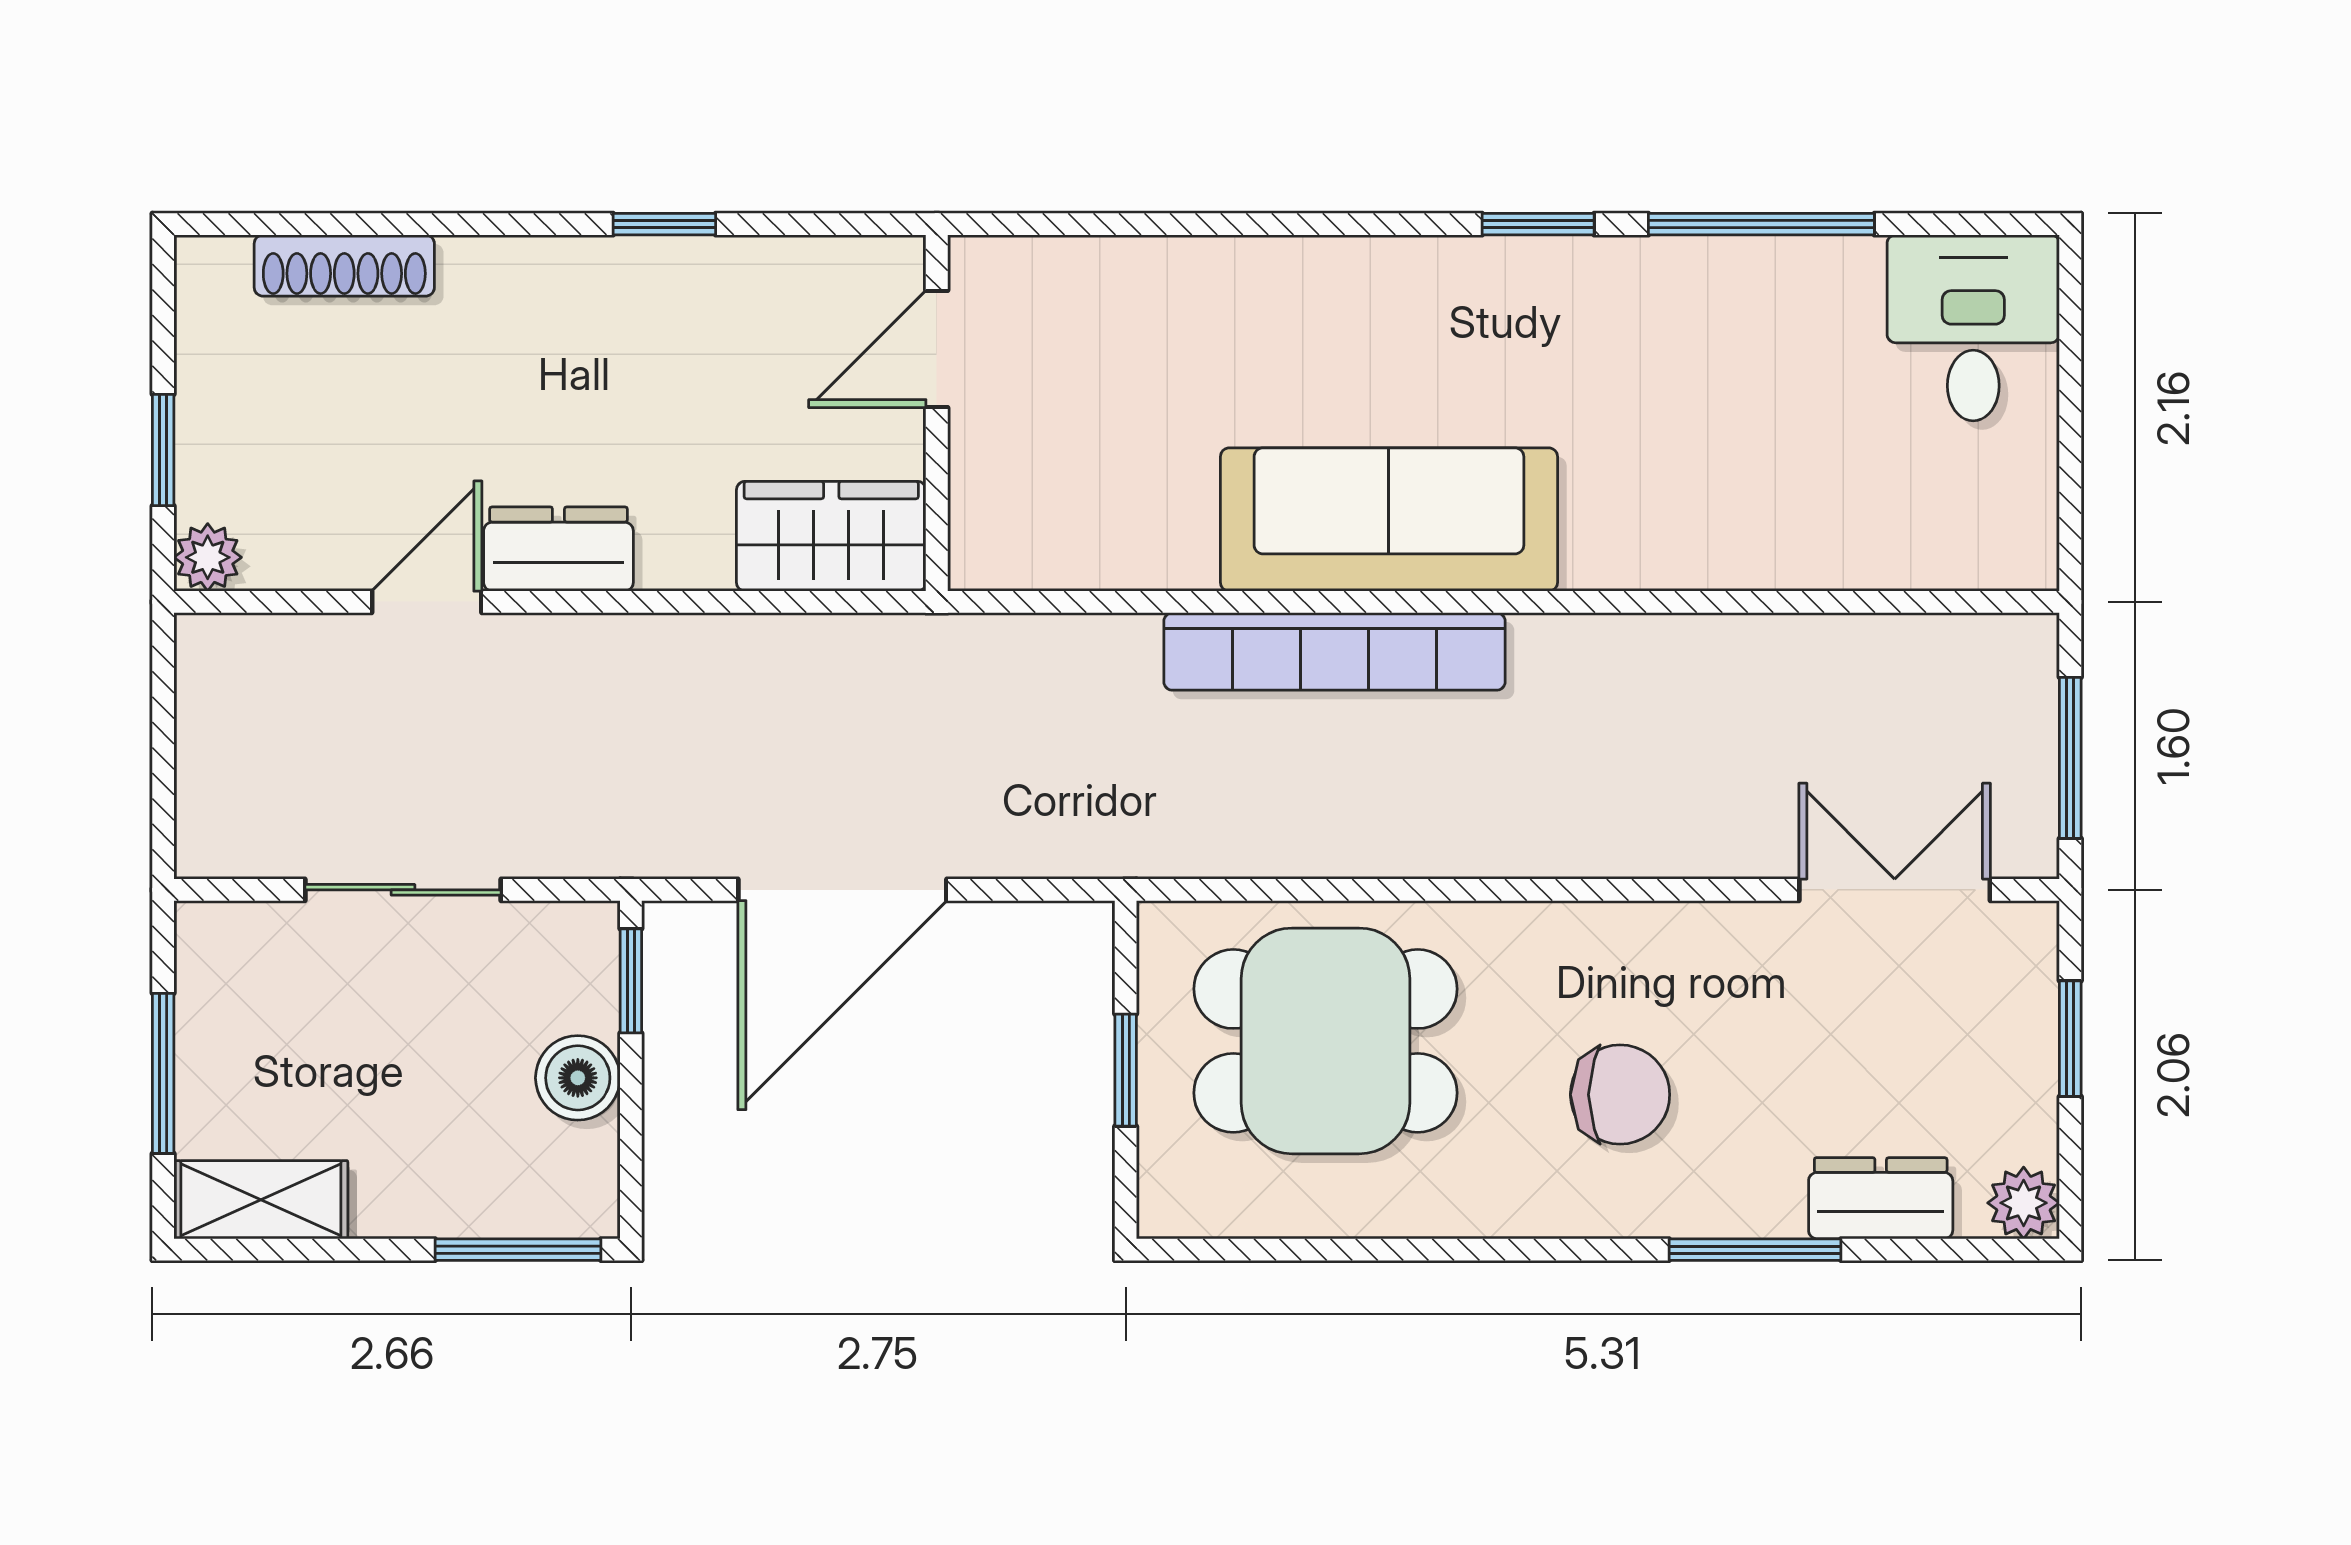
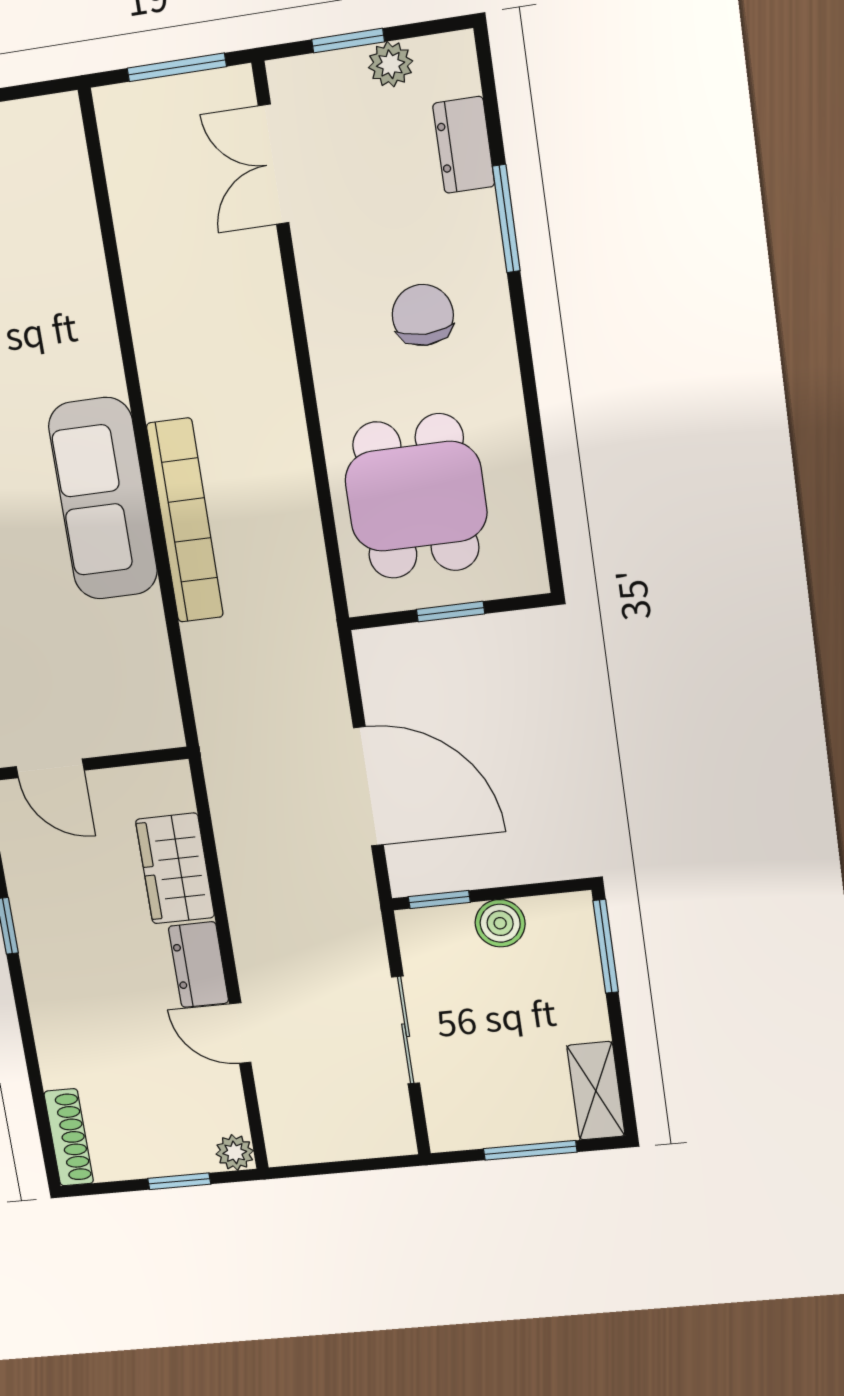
shoe rack: (344, 266) -> (69, 1137), moved
wardrobe: (831, 536) -> (175, 868), moved
plant: (2024, 1203) -> (391, 64), moved

